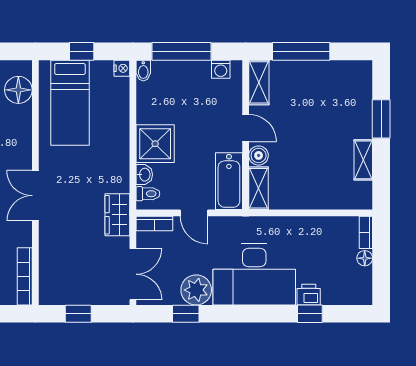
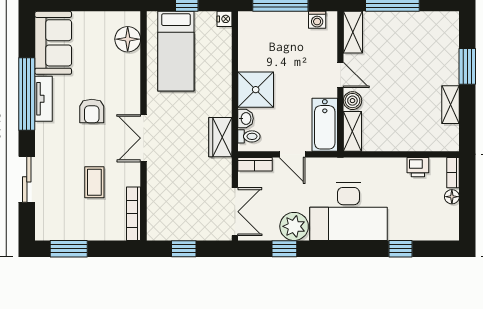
bidet: (143, 71) -> (245, 21), removed
wardrobe: (117, 215) -> (220, 137), moved
printer: (309, 295) -> (418, 167), moved, turned 180

